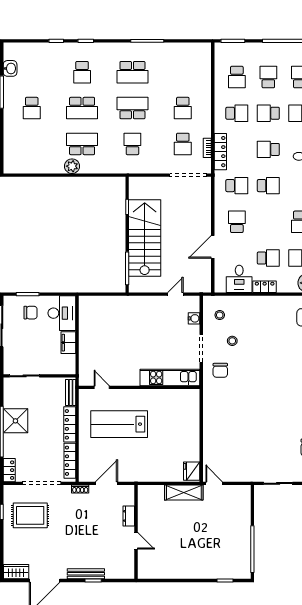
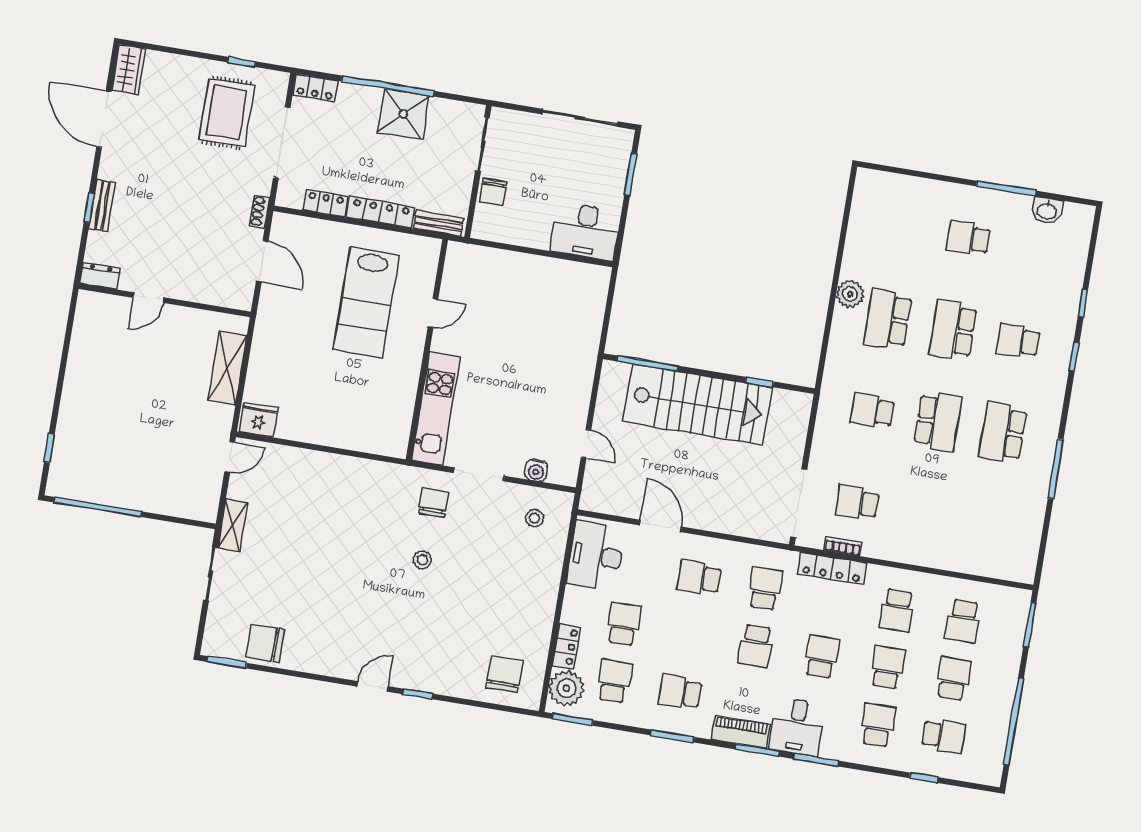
school desk: (237, 77) -> (963, 621), turned -90
school desk: (268, 77) -> (953, 679), turned -90
school desk: (183, 108) -> (923, 513), removed
school desk: (82, 144) -> (888, 319), turned 180
school desk: (132, 144) -> (873, 411), turned 180
school desk: (237, 186) -> (765, 588), turned 180
school desk: (237, 222) -> (699, 578), turned 180
school desk: (268, 258) -> (624, 624), turned 180
desk: (239, 279) -> (596, 556), width x1.37
locker: (265, 287) -> (566, 646), moved
chair: (30, 313) -> (493, 192), moved
stool: (232, 341) -> (422, 560), moved
filing cabinet: (68, 343) -> (530, 234), removed
chair: (220, 370) -> (434, 503), turned 90
door: (102, 387) -> (433, 313), moved
lab bench: (119, 424) -> (366, 302), turned 180
locker: (70, 461) -> (325, 203), width x0.66
shelving: (250, 476) -> (233, 525), added
shelving: (184, 492) -> (227, 368), moved
dresser: (129, 516) -> (100, 276), moved
bench: (86, 574) -> (102, 205), width x0.73

